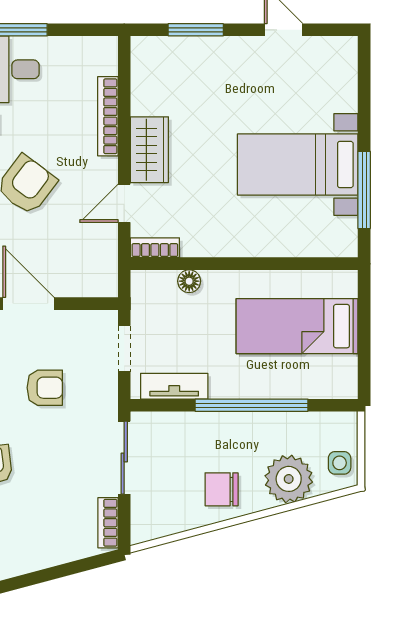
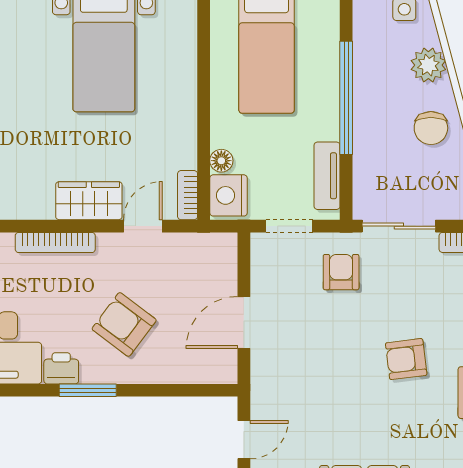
door: (124, 203) -> (143, 226), swing flipped
nightstand: (155, 288) -> (228, 195), added
armchair: (45, 388) -> (341, 272), moved
plant: (289, 479) -> (428, 65), width x0.73, depth x0.73

